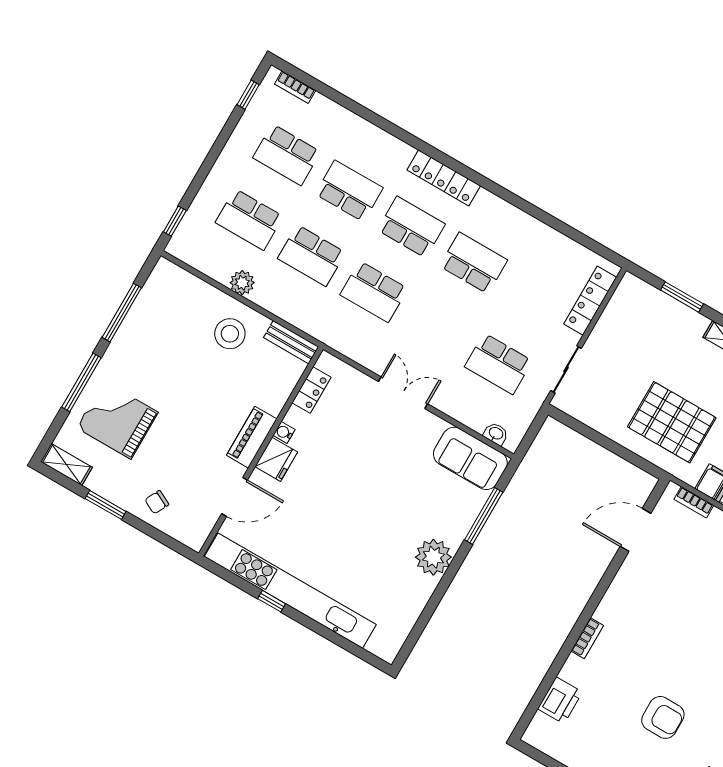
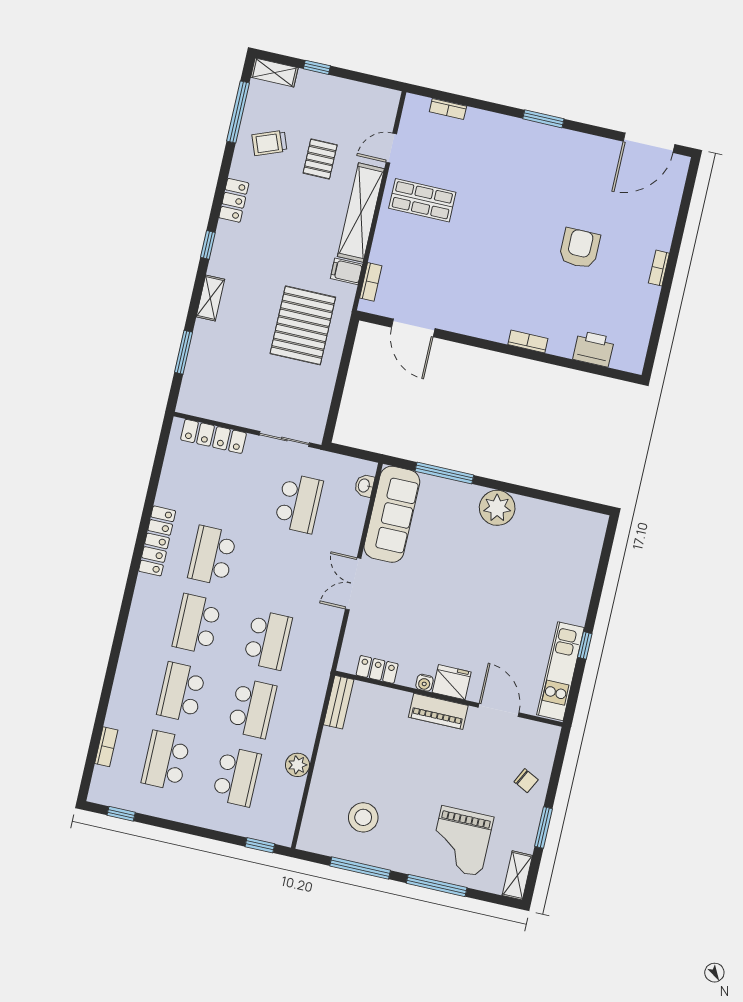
bookcase: (295, 87) -> (106, 747), moved
school desk: (287, 155) -> (166, 761), turned 180
locker: (444, 178) -> (157, 541), moved
stool: (230, 334) -> (363, 817), moved
sofa: (470, 458) -> (392, 514), width x1.36
kitchen unit: (290, 591) -> (560, 671), width x0.54

